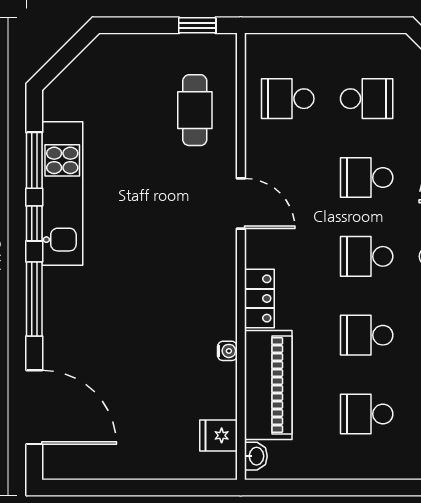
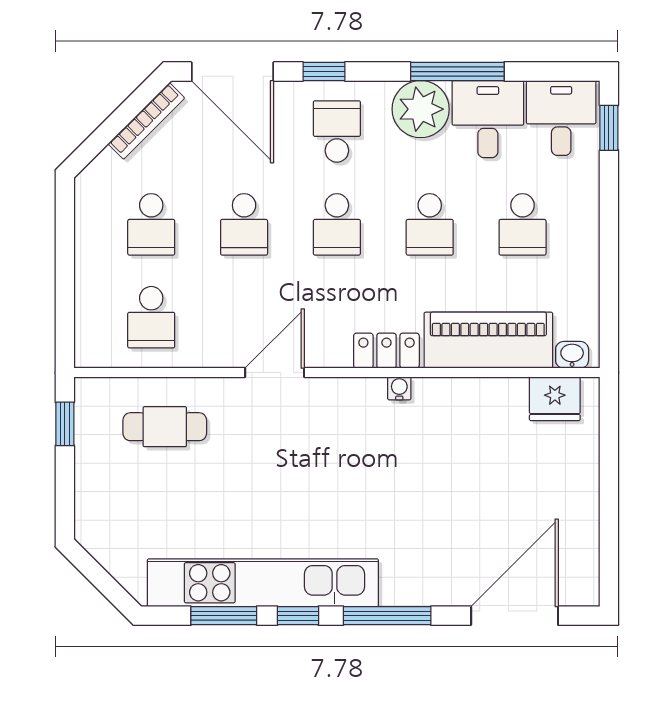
school desk: (367, 99) -> (151, 224), turned 180
kitchen unit: (62, 194) -> (263, 583), width x1.36
water cooler: (227, 351) -> (399, 388), moved
fridge: (219, 435) -> (555, 399), width x1.38

